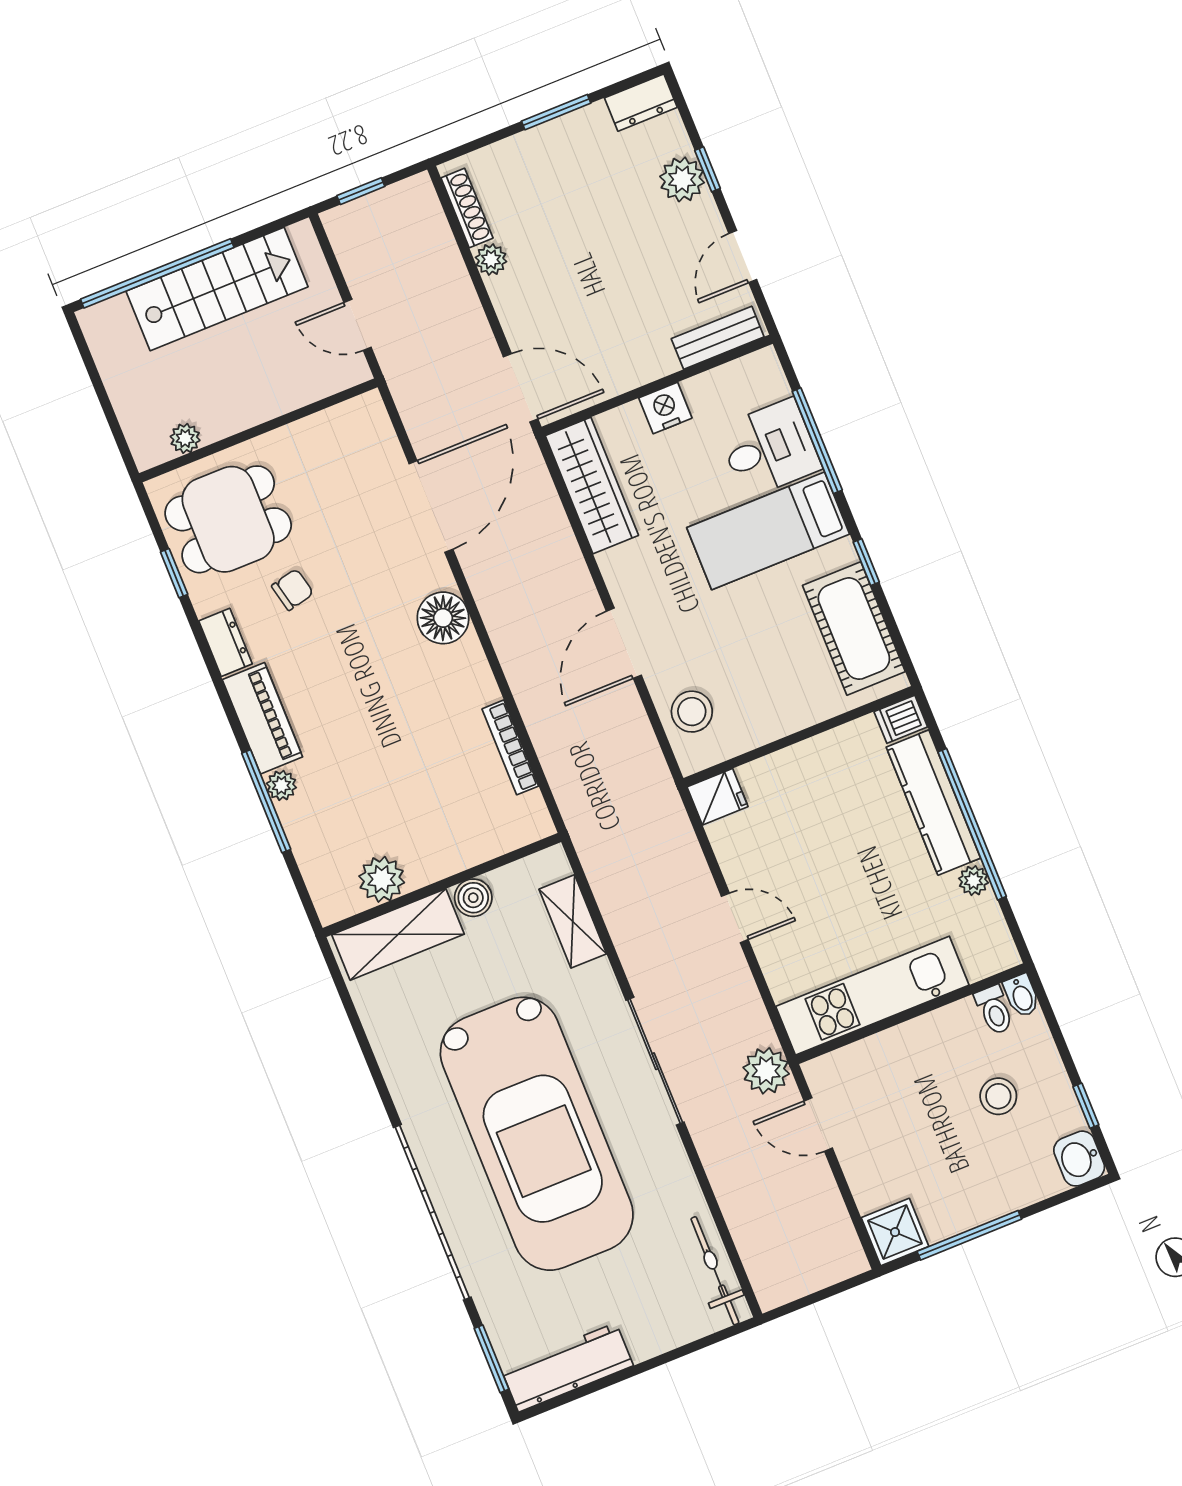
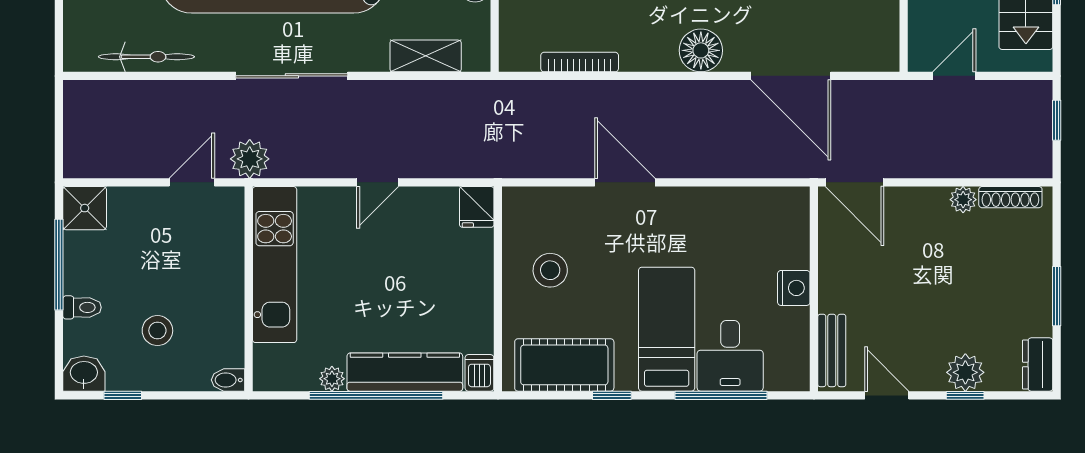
door: (521, 388) -> (854, 182), hinge flipped
wardrobe: (592, 486) -> (757, 207), removed
stool: (692, 712) -> (550, 270), moved
toilet: (994, 1010) -> (82, 307), moved, turned 180
bicycle: (715, 1271) -> (146, 57), moved

